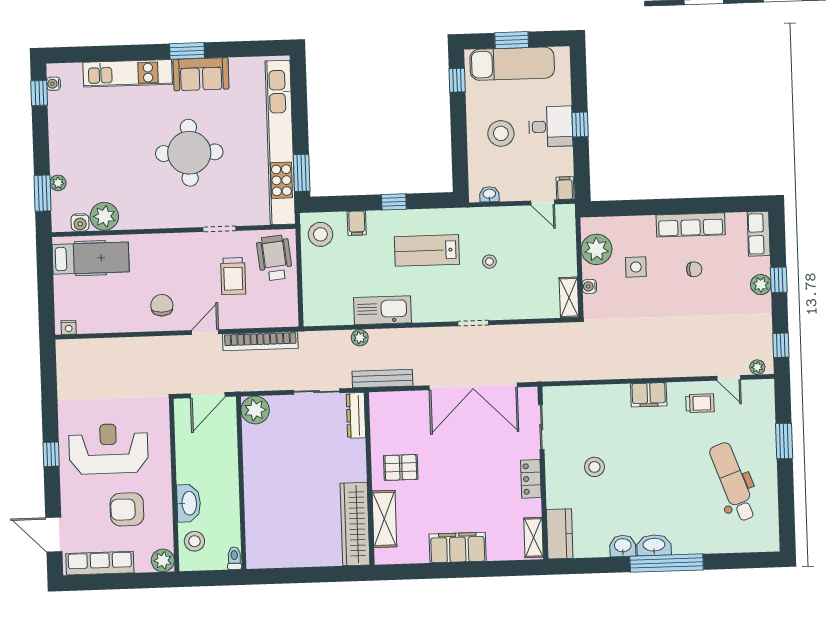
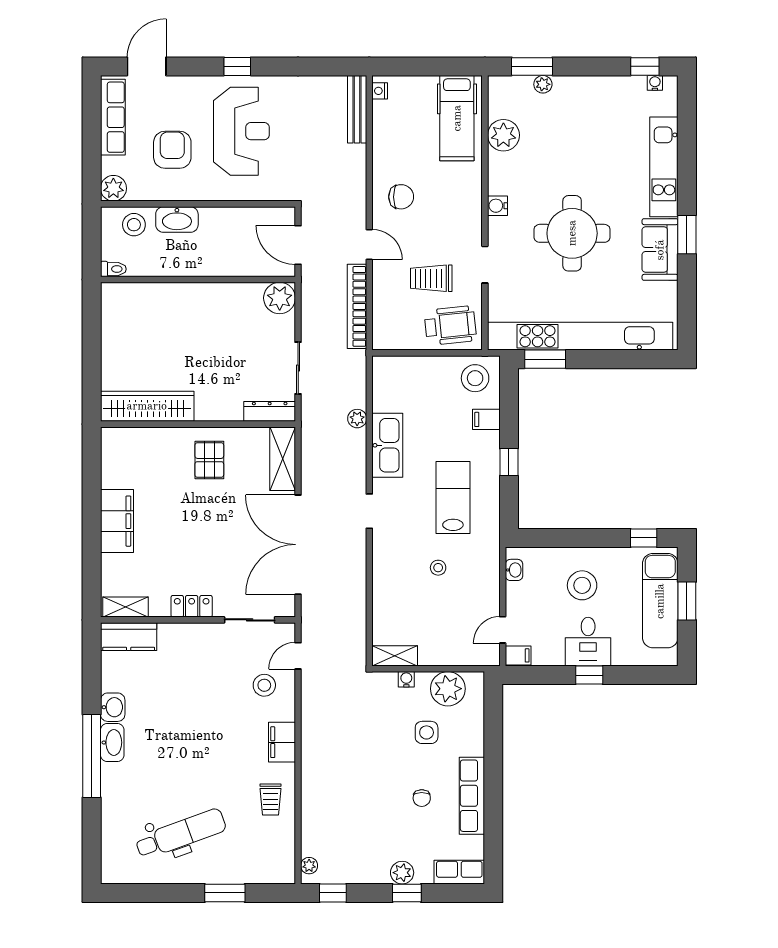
water cooler: (80, 223) -> (497, 206), moved
doorway: (473, 323) -> (369, 511), moved
door: (729, 378) -> (298, 656), moved
bench: (382, 379) -> (357, 109), moved
stool: (594, 467) -> (264, 685), moved
shelving: (384, 519) -> (283, 459), moved, turned 90

